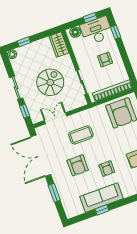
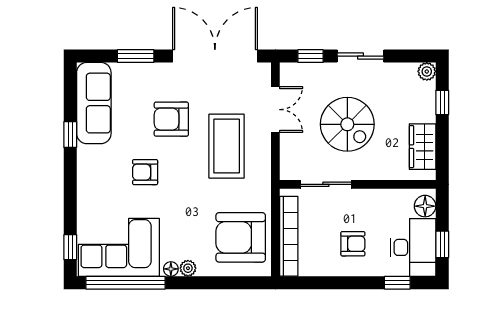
wardrobe: (59, 44) -> (423, 147), moved, turned -90
coffee table: (81, 135) -> (227, 146), width x1.36, depth x1.32
sofa: (102, 198) -> (94, 103), moved

